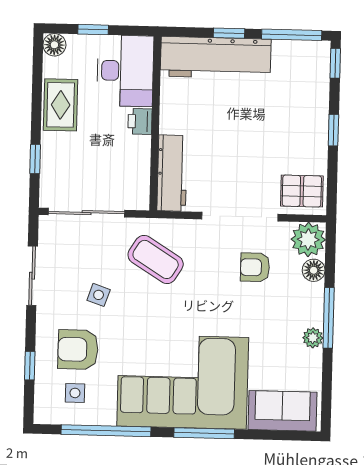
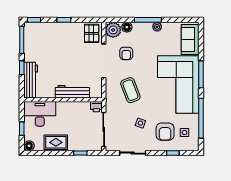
workbench: (216, 58) -> (31, 80), width x0.73, depth x0.76
printer: (140, 121) -> (96, 107), moved
workbench: (172, 173) -> (72, 92), moved
coffee table: (156, 259) -> (130, 90), moved, turned -53

